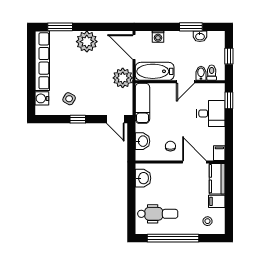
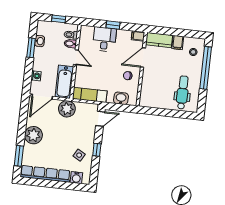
window: (229, 100) -> (113, 25), moved
washbasin: (143, 178) -> (152, 101), removed
window: (173, 238) -> (206, 68), moved

